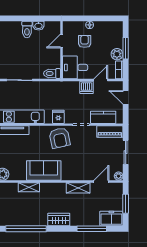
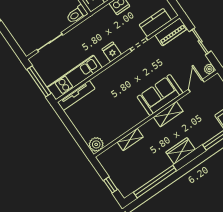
armchair: (60, 138) -> (127, 71), removed
sofa: (44, 170) -> (160, 95), moved
shelving: (78, 188) -> (168, 114), moved

